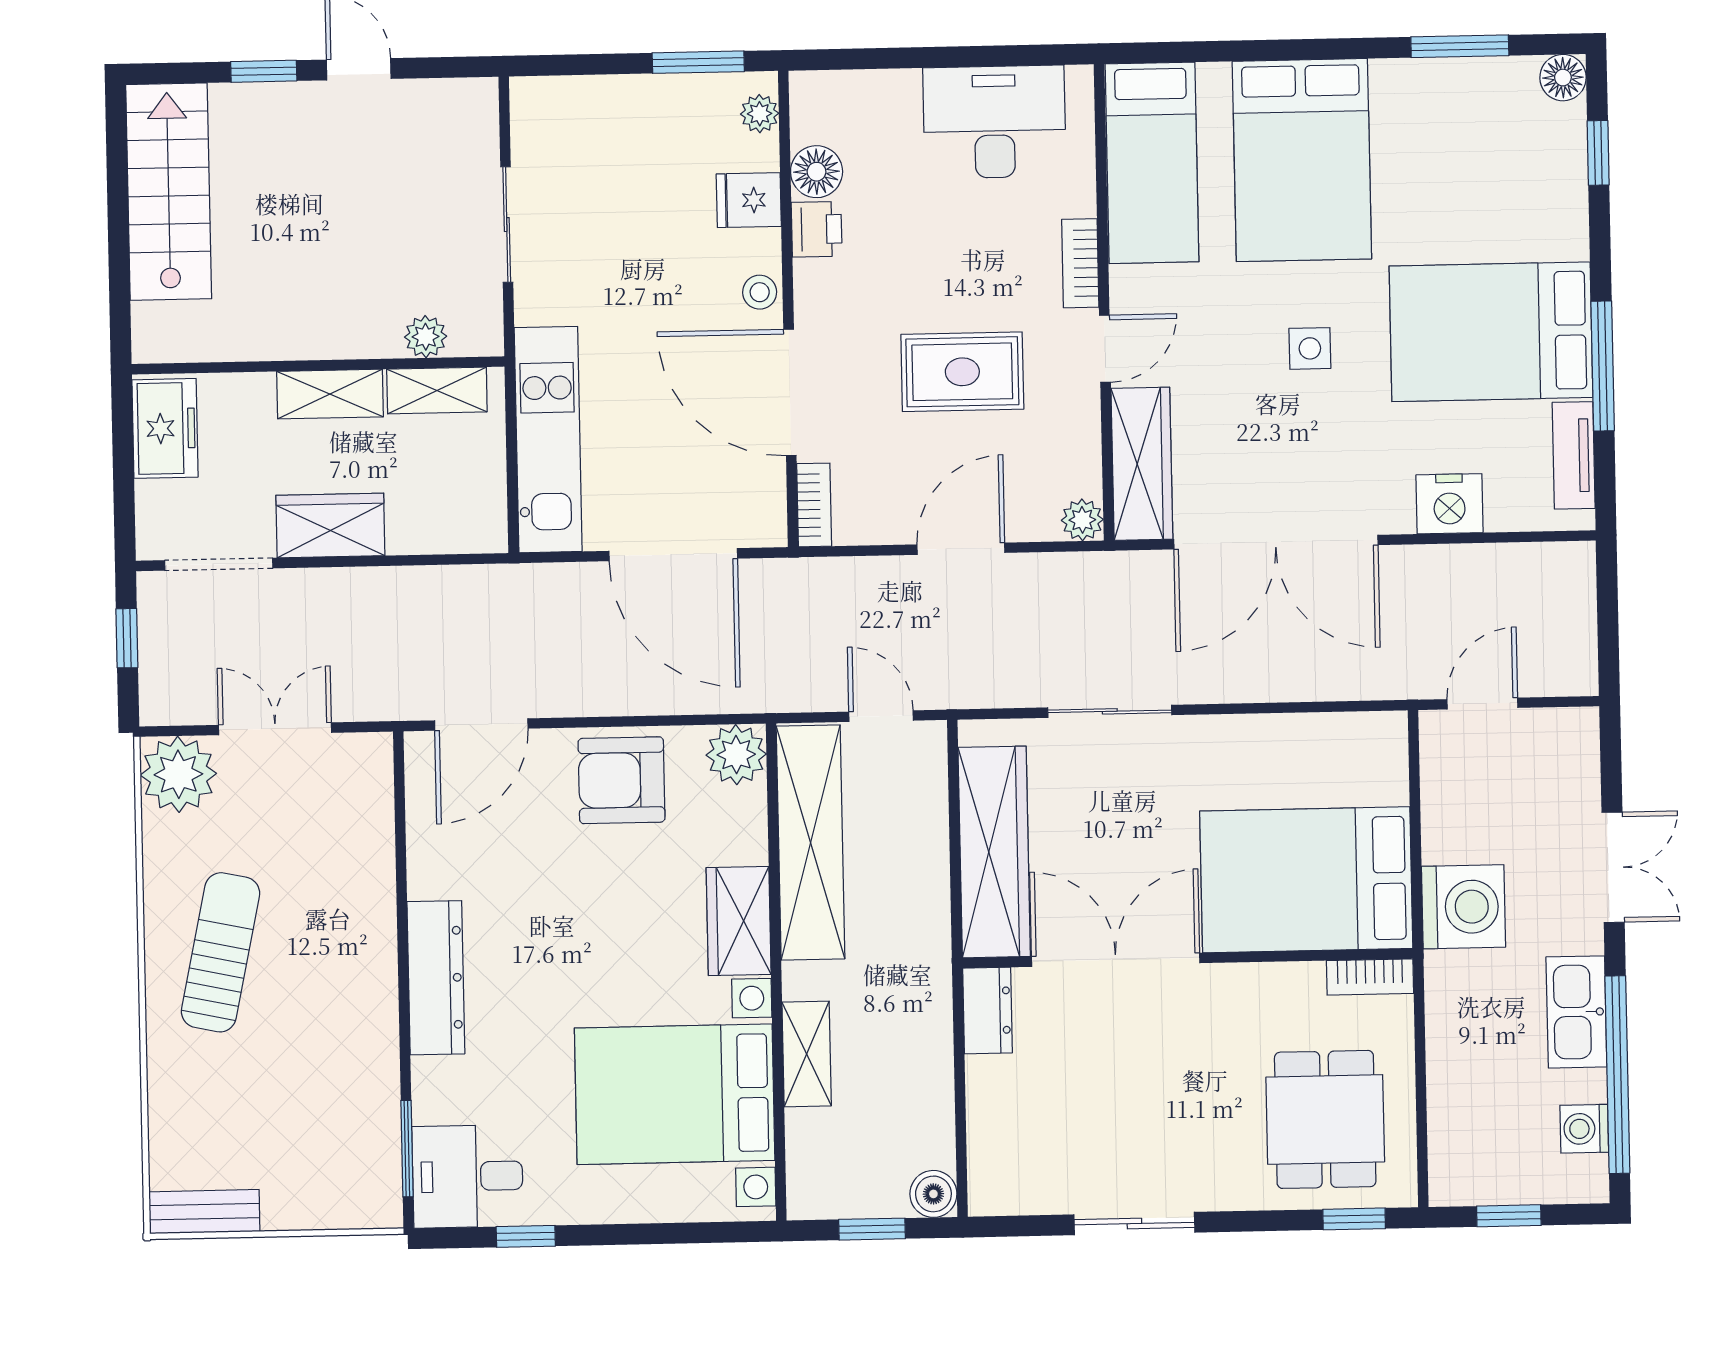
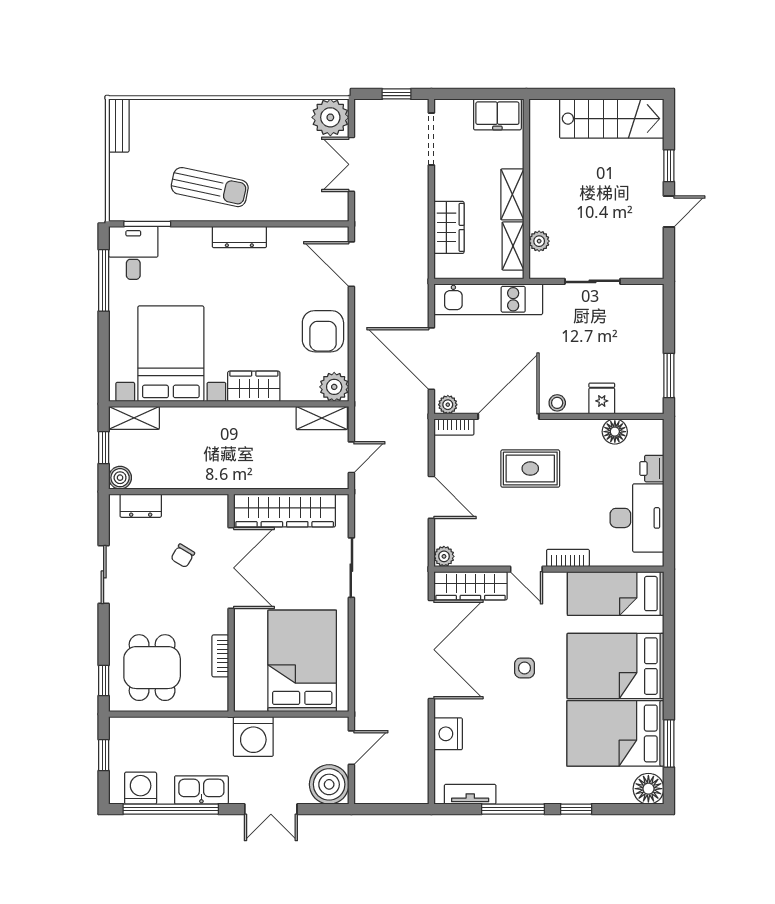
floor lamp: (1563, 78) -> (648, 789), width x1.38, depth x1.38
plant: (760, 114) -> (448, 405), moved
window: (1598, 153) -> (576, 809), moved
printer: (817, 229) -> (652, 469), moved, turned 90
bed: (1491, 332) -> (615, 733), moved, turned -90
rug: (962, 372) -> (530, 469), moved, turned 90
wardrobe: (330, 525) -> (449, 227), moved
double door: (1276, 542) -> (431, 650), swing flipped
door: (673, 555) -> (431, 359), hinge flipped
door: (1482, 704) -> (351, 748), hinge flipped
double door: (275, 729) -> (351, 164), swing flipped
boiler: (1559, 748) -> (329, 784), added
armchair: (622, 780) -> (323, 331), turned 180
shelving: (811, 842) -> (322, 418), width x0.45, depth x0.75
bed: (1306, 880) -> (302, 661), moved
sun lounger: (221, 952) -> (210, 187), moved
bookcase: (1370, 977) -> (220, 656), moved
dresser: (436, 978) -> (239, 237), width x0.73, depth x0.80
dresser: (988, 1010) -> (141, 506), moved
shelving: (807, 1054) -> (134, 418), moved
chair: (1092, 1061) -> (183, 556), added
dining table: (1325, 1119) -> (152, 668), turned 90
washing machine: (1584, 1129) -> (141, 788), width x1.38, depth x1.38
window: (526, 1236) -> (104, 280), width x2.17

